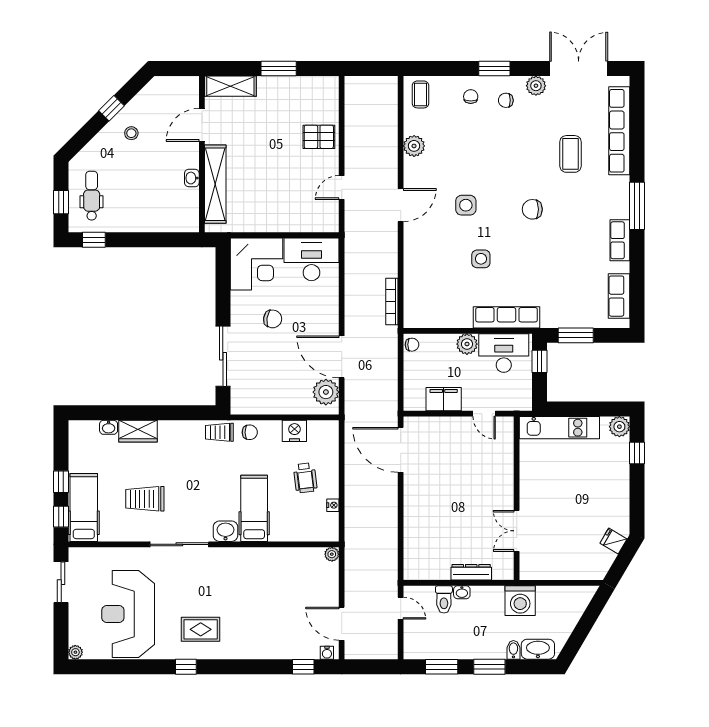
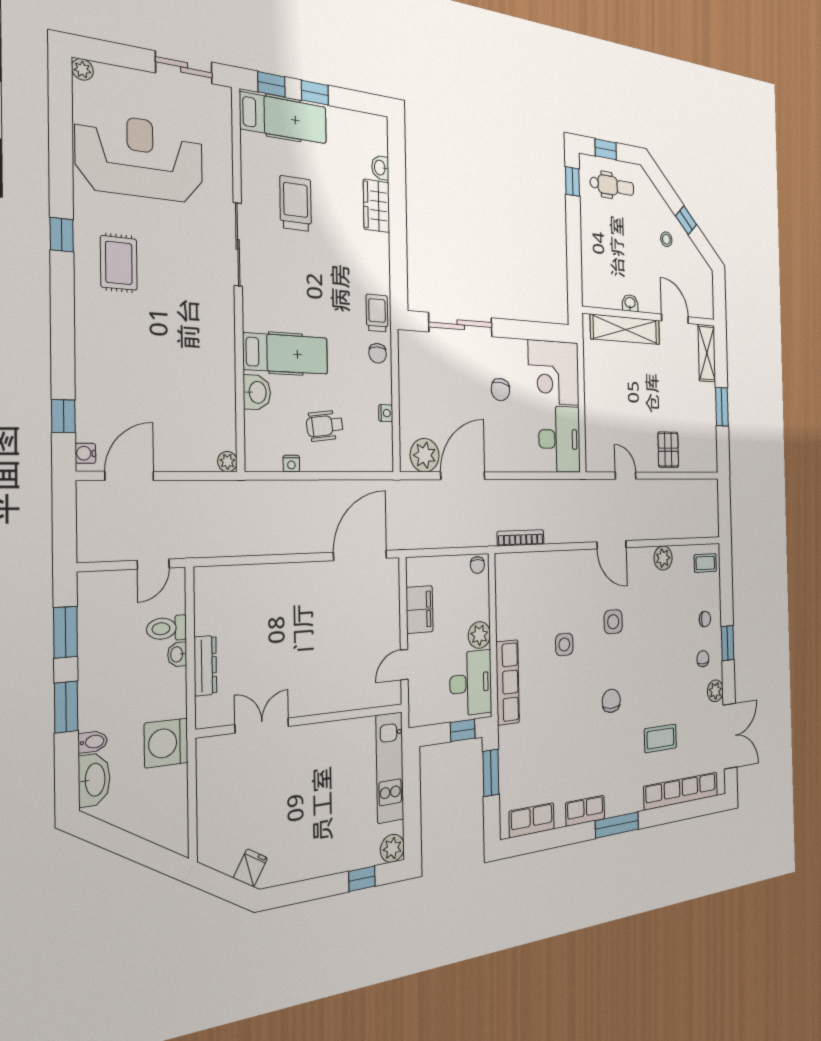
nightstand: (294, 431) -> (386, 413), width x0.53, depth x0.56
washbasin: (225, 531) -> (257, 392), moved

